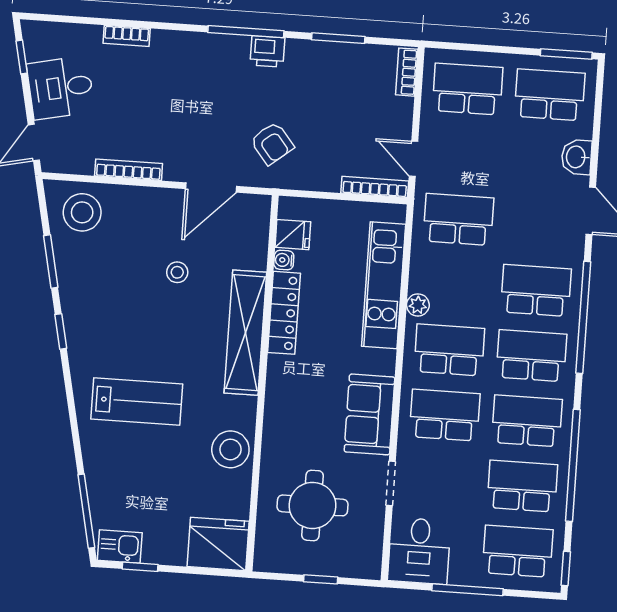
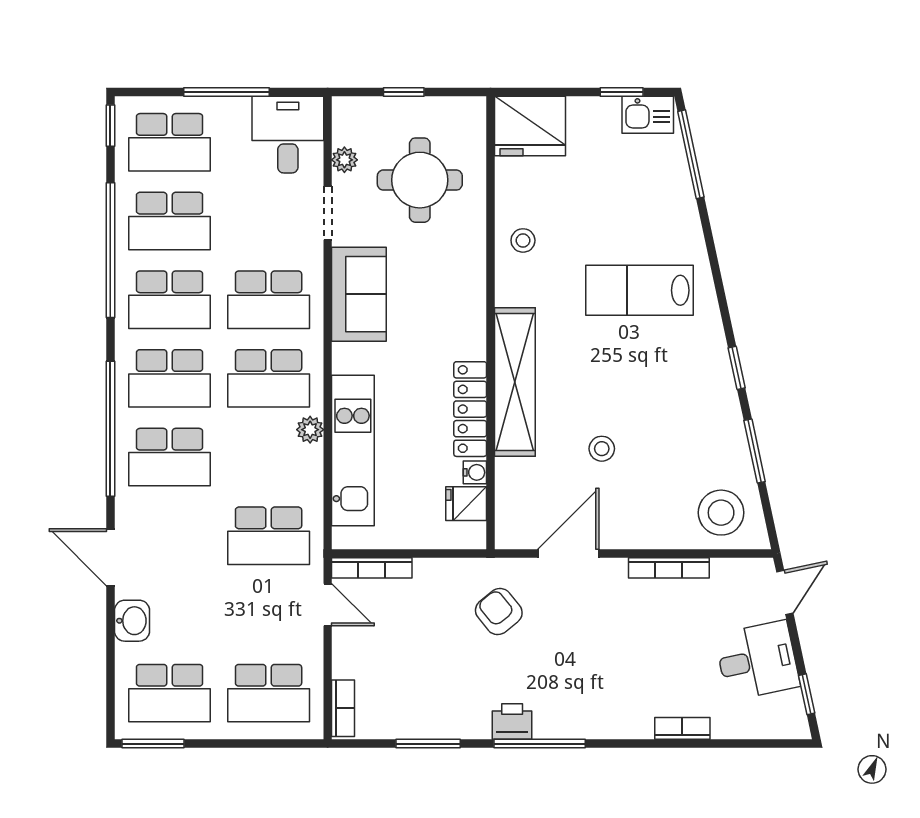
stool: (230, 449) -> (523, 240), width x0.53, depth x0.53
plant: (374, 527) -> (344, 160), added

